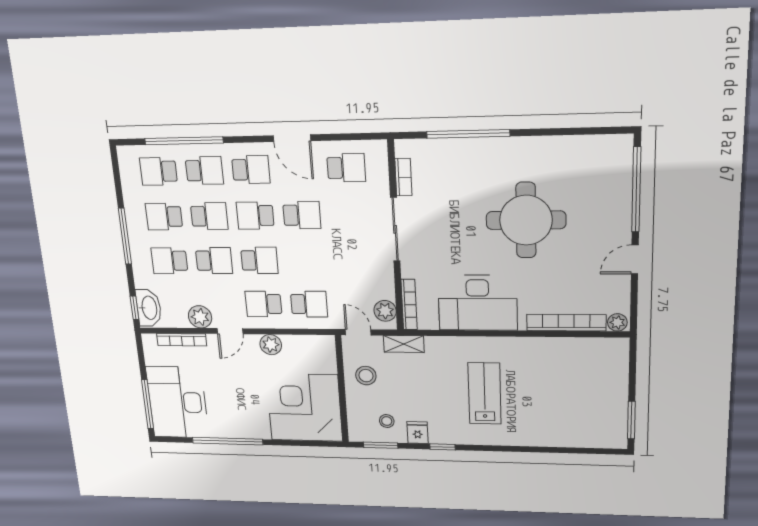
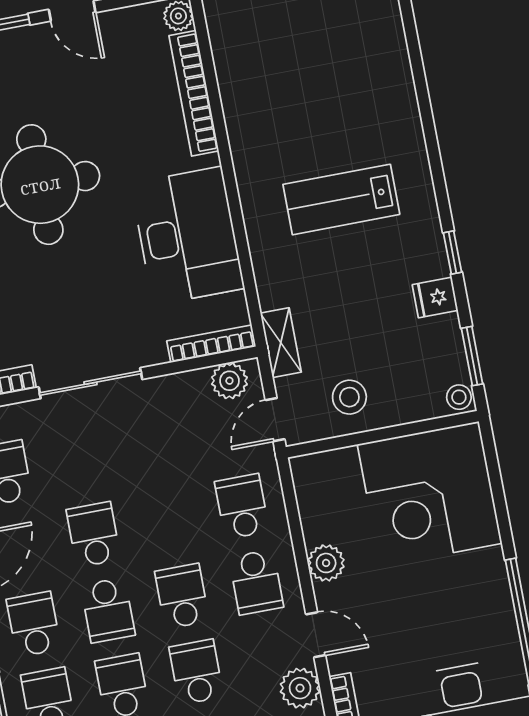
stool: (387, 421) -> (459, 397), moved

